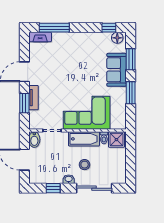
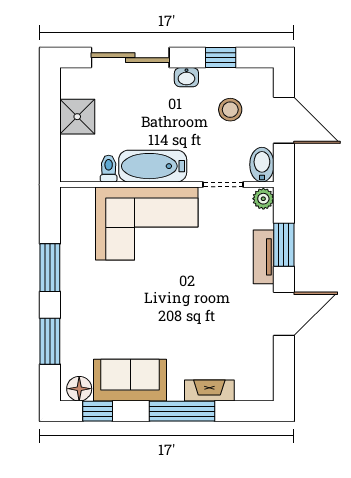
window: (54, 28) -> (182, 411), moved
fireplace: (40, 37) -> (209, 391), moved
sofa: (117, 70) -> (130, 380), moved, turned -90
plant: (34, 124) -> (263, 199), added
shower: (116, 140) -> (77, 117), moved
stool: (85, 165) -> (230, 110), moved

